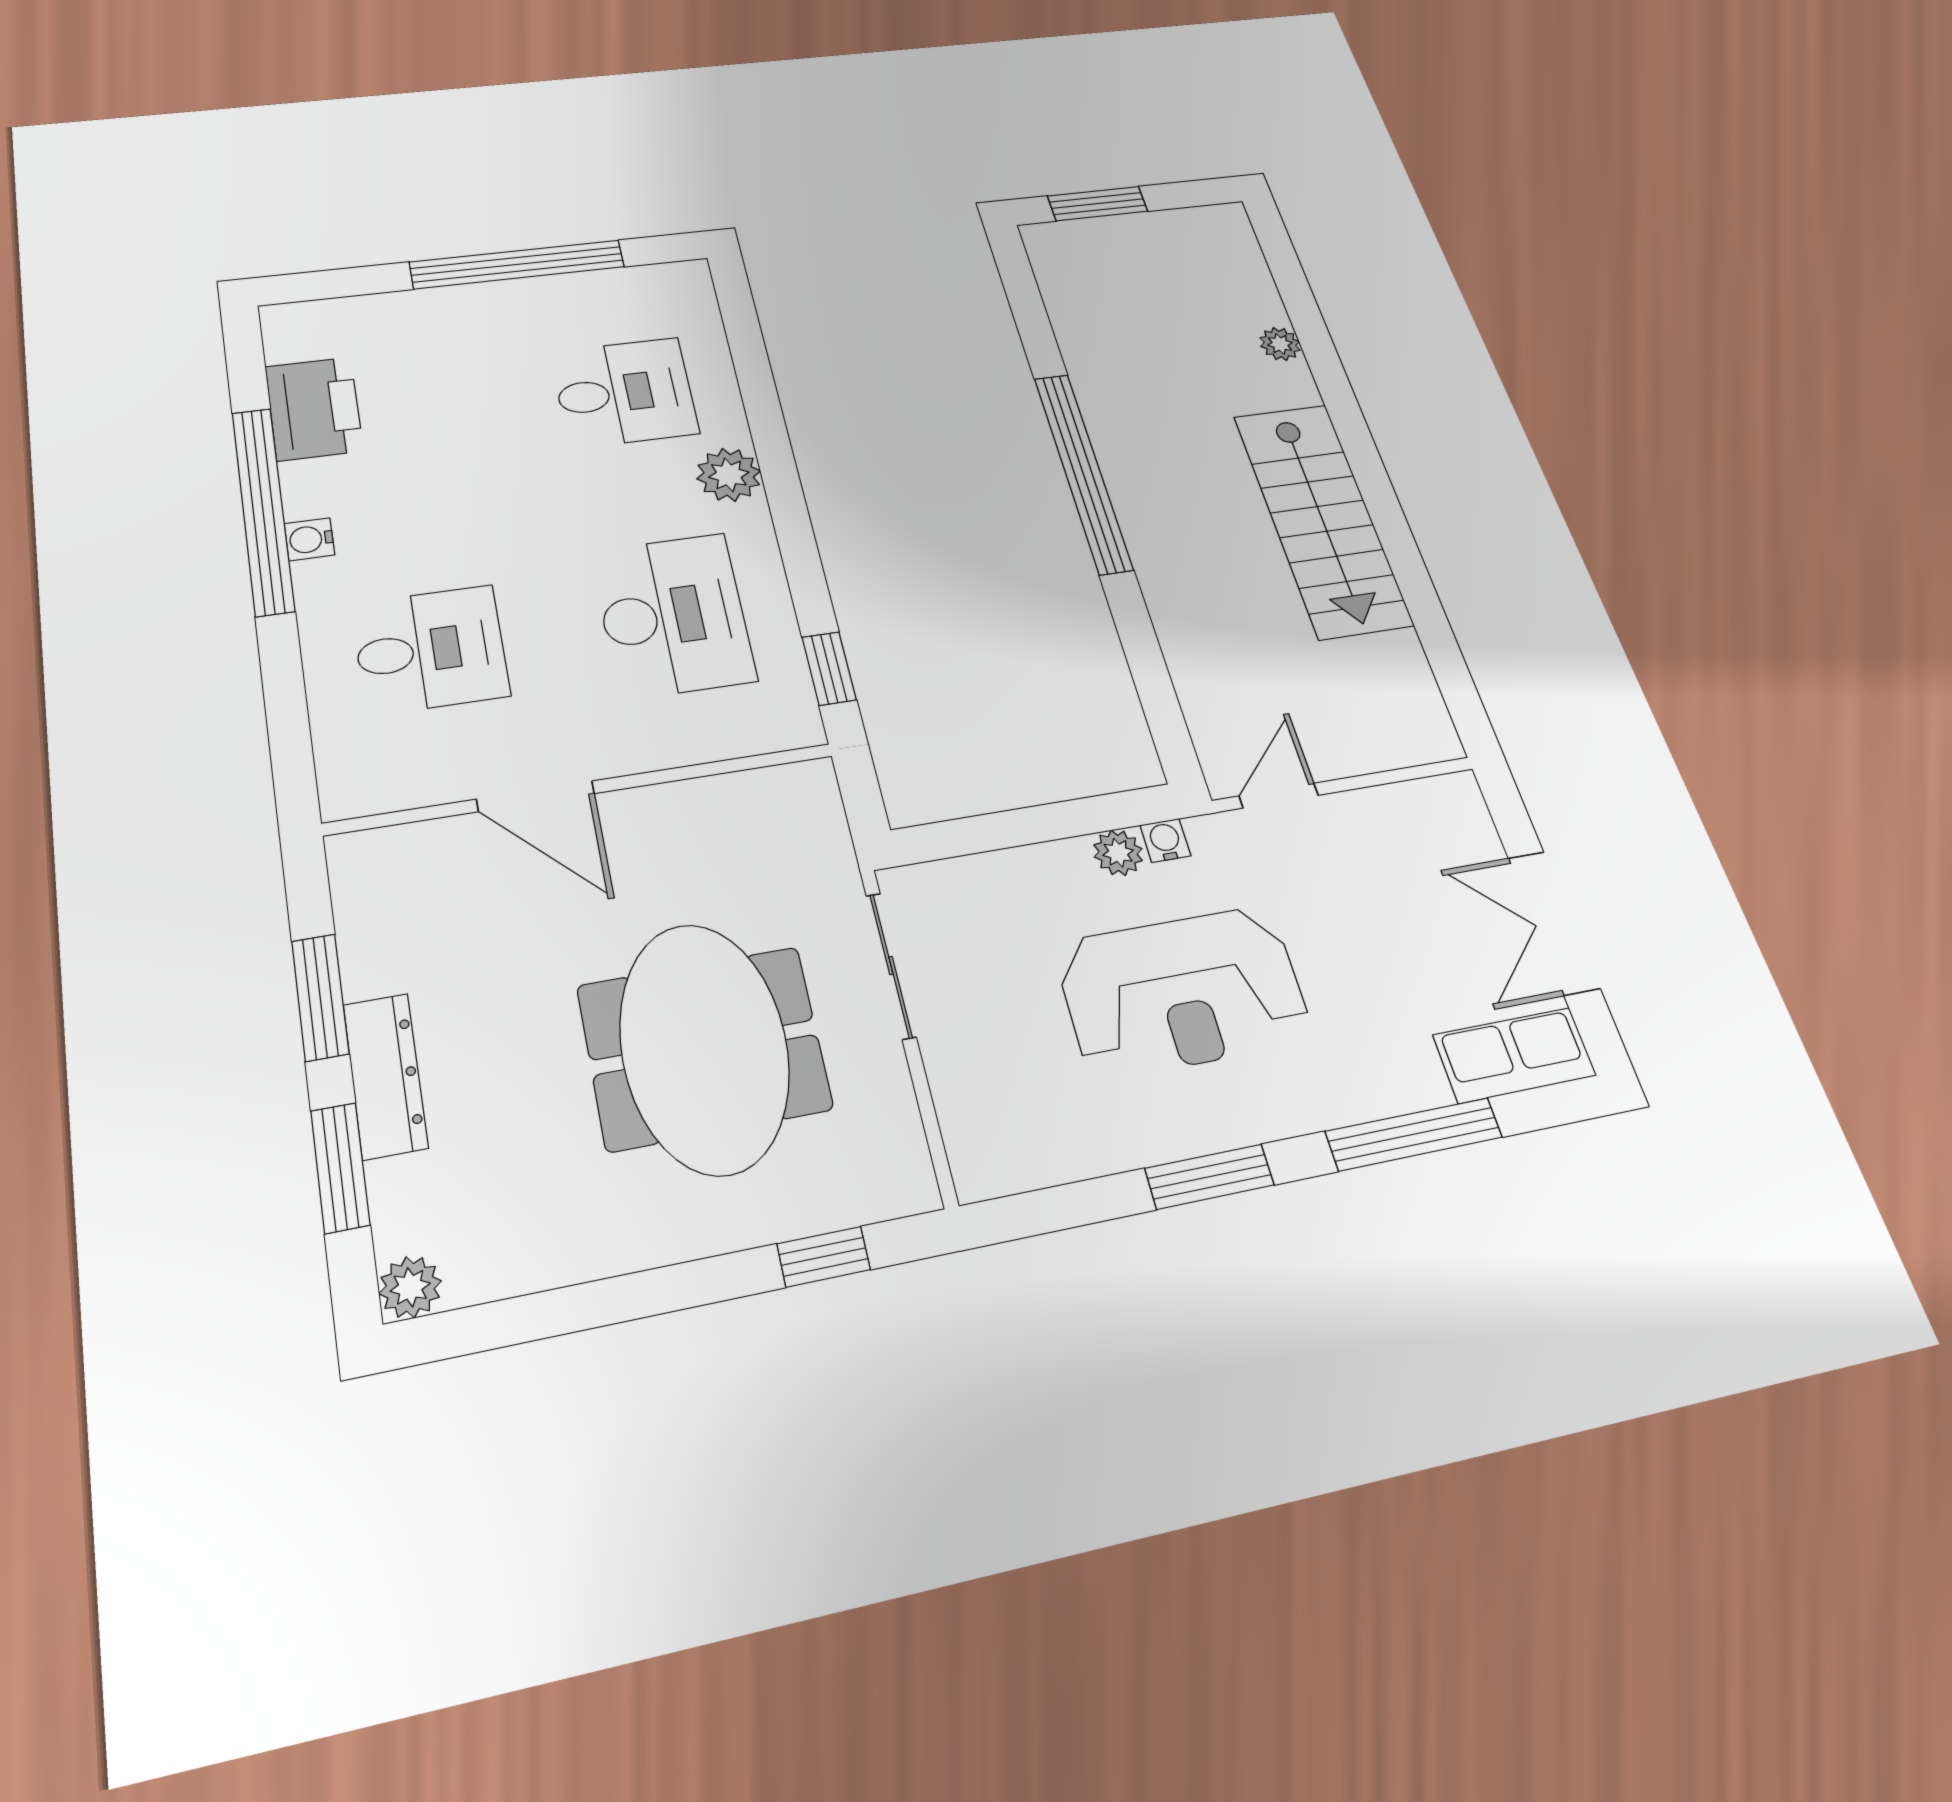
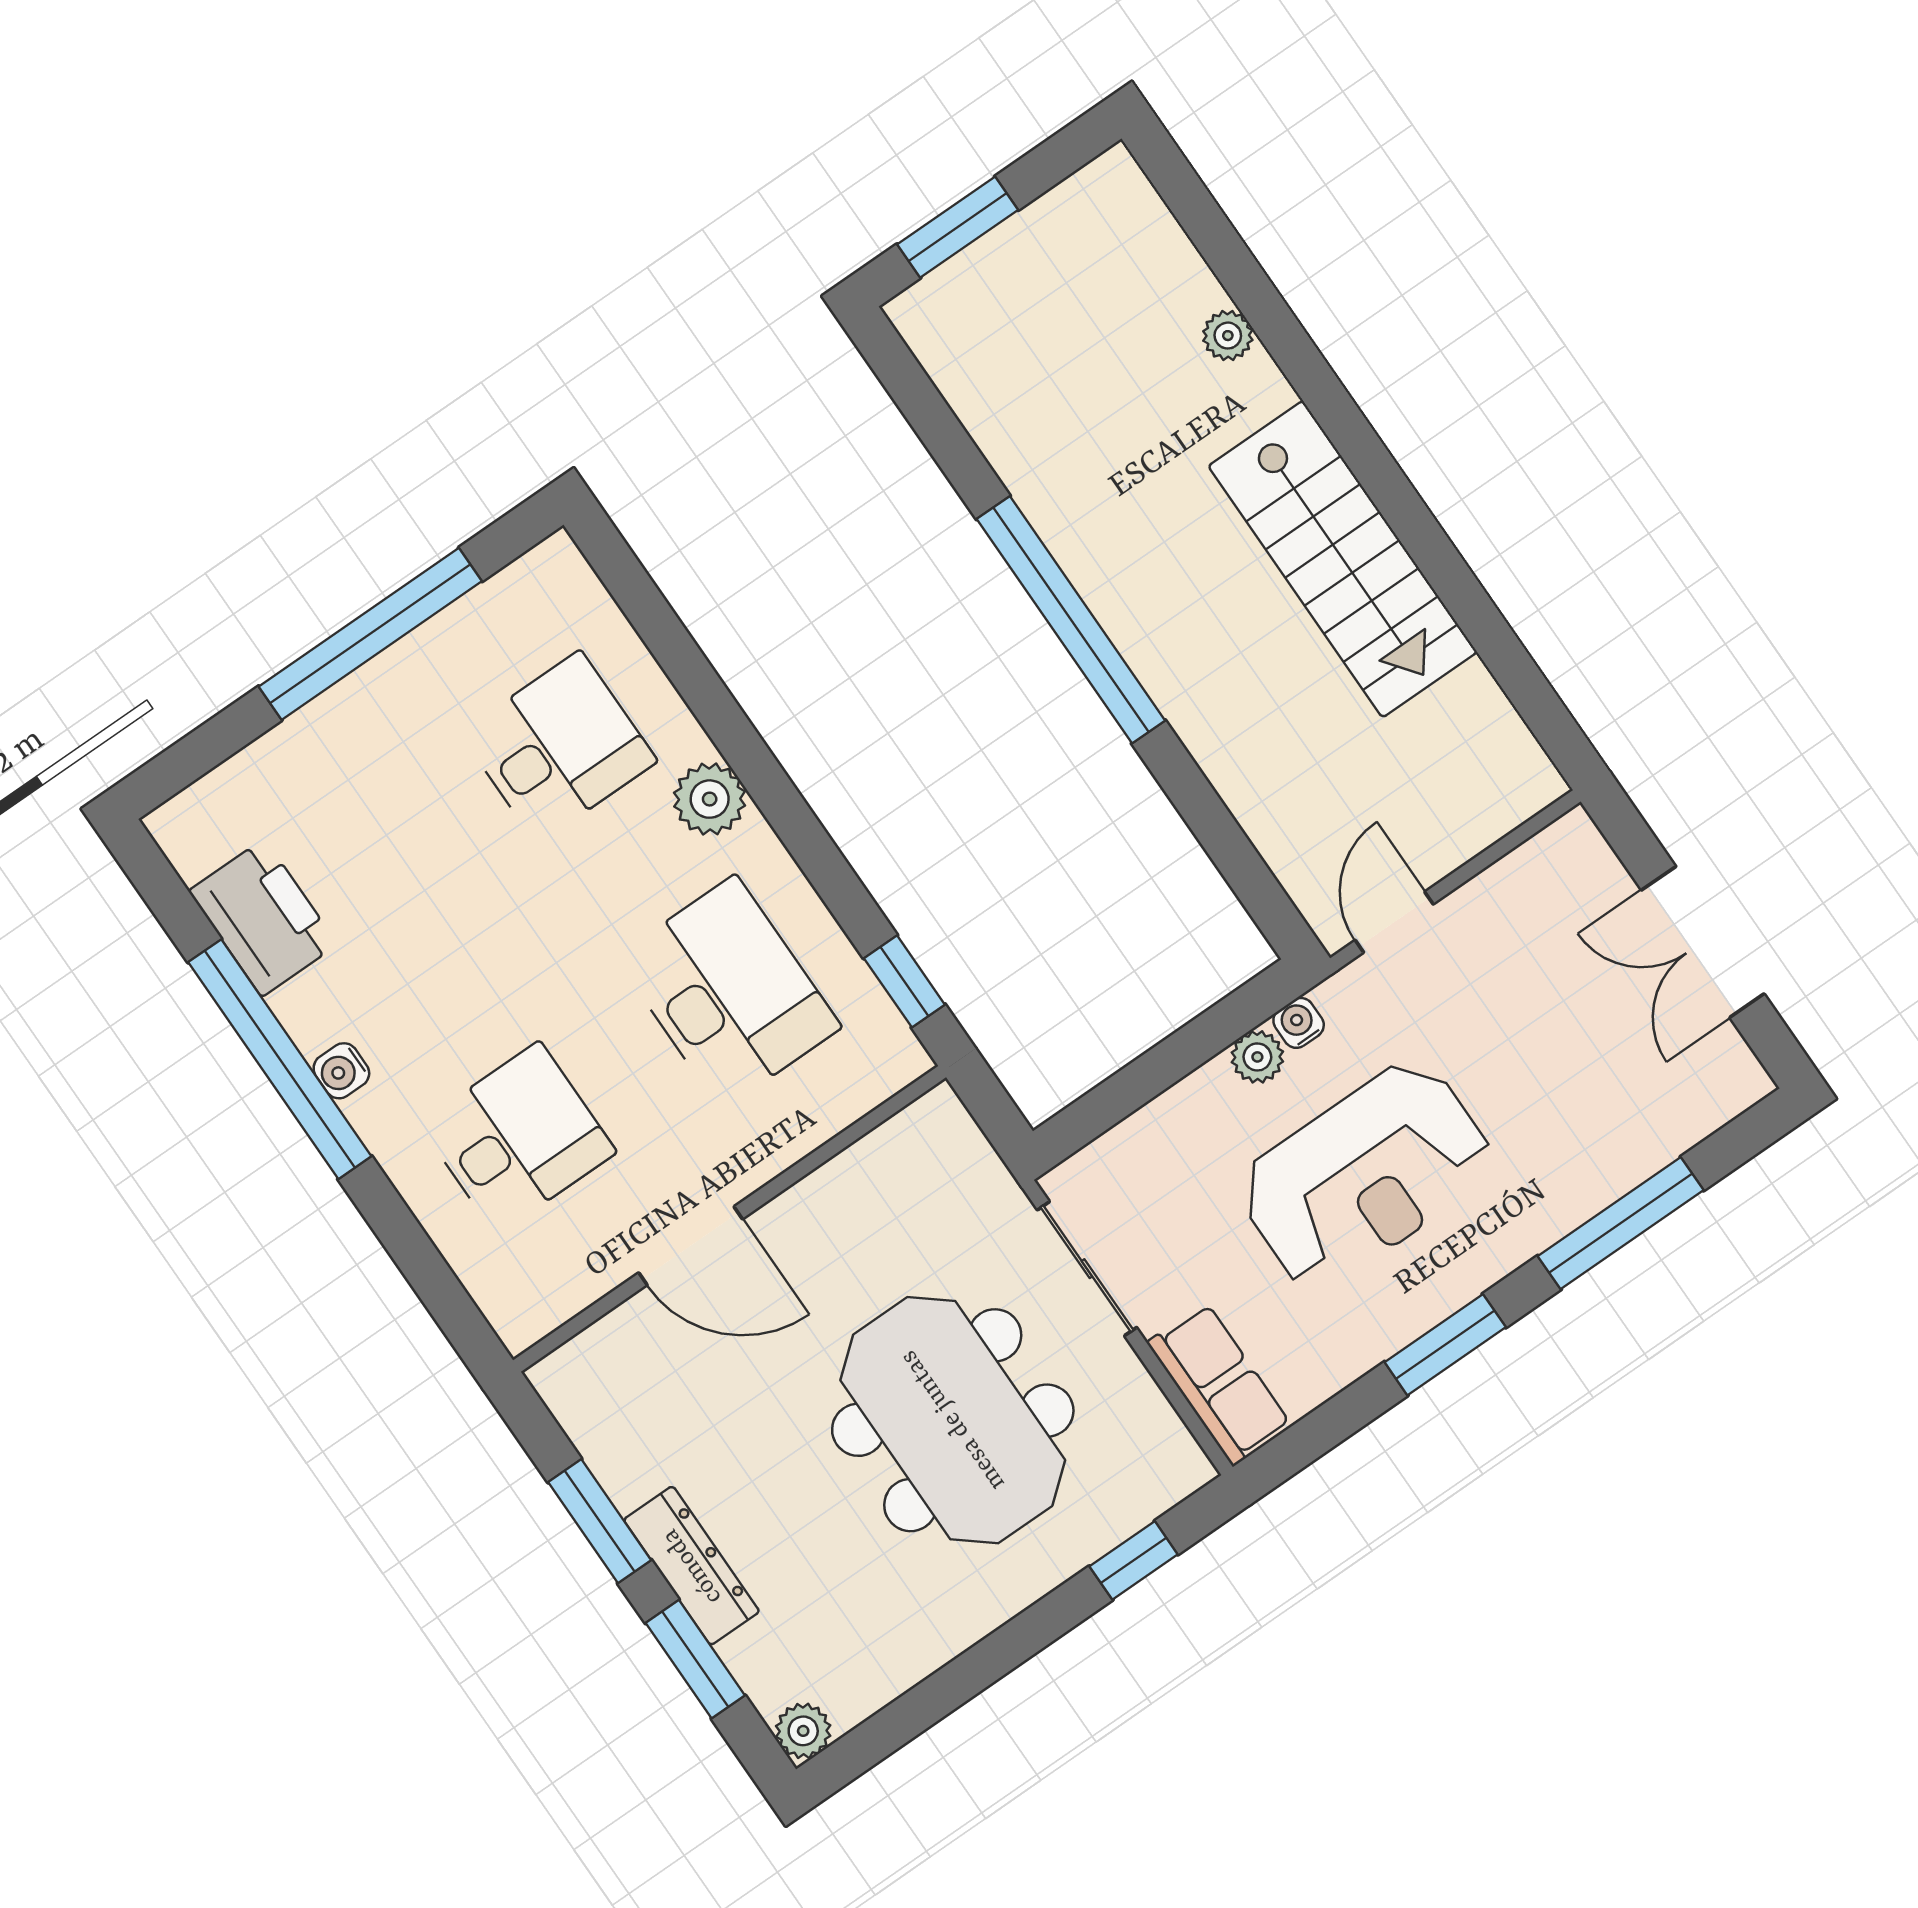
row of seats: (1515, 1055) -> (1219, 1384), moved, turned 90

